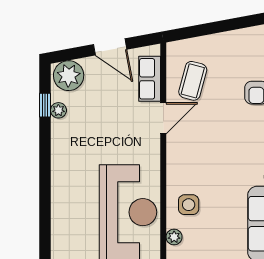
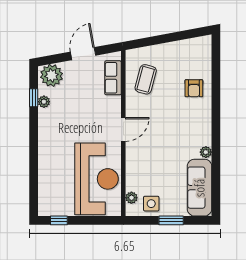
door: (110, 47) -> (83, 54), swing flipped
door: (163, 118) -> (123, 129), moved
side table: (189, 205) -> (151, 204), moved

